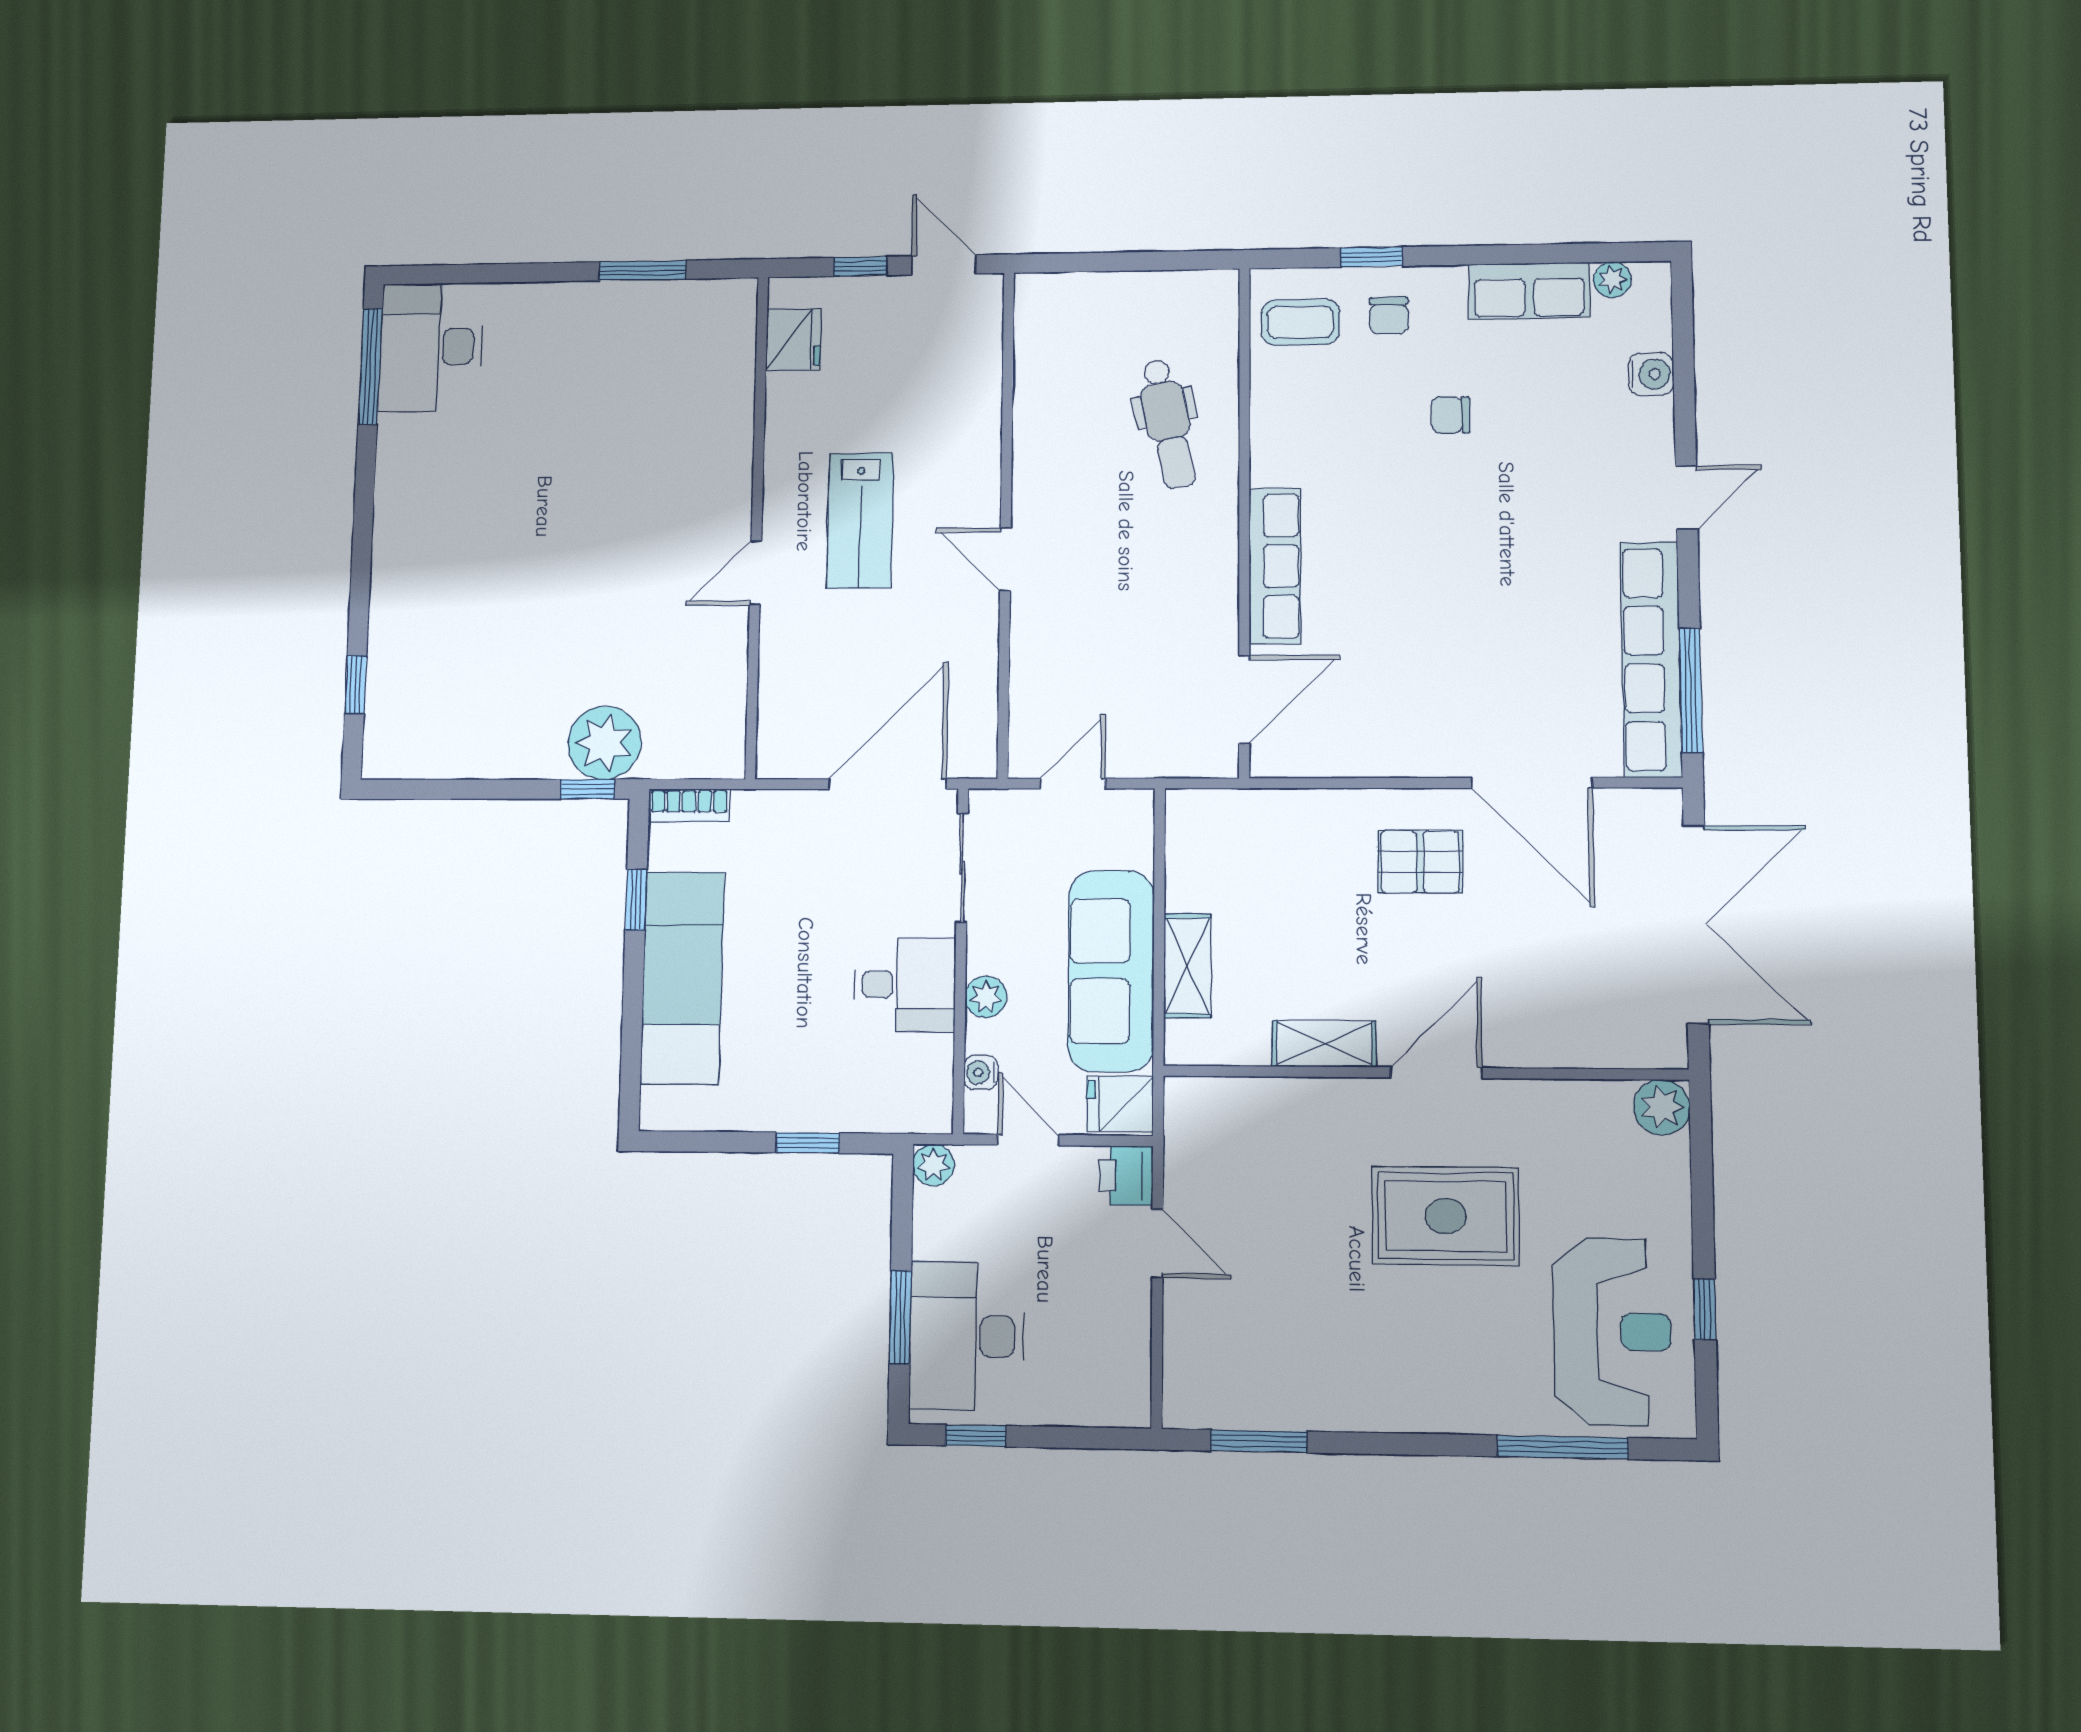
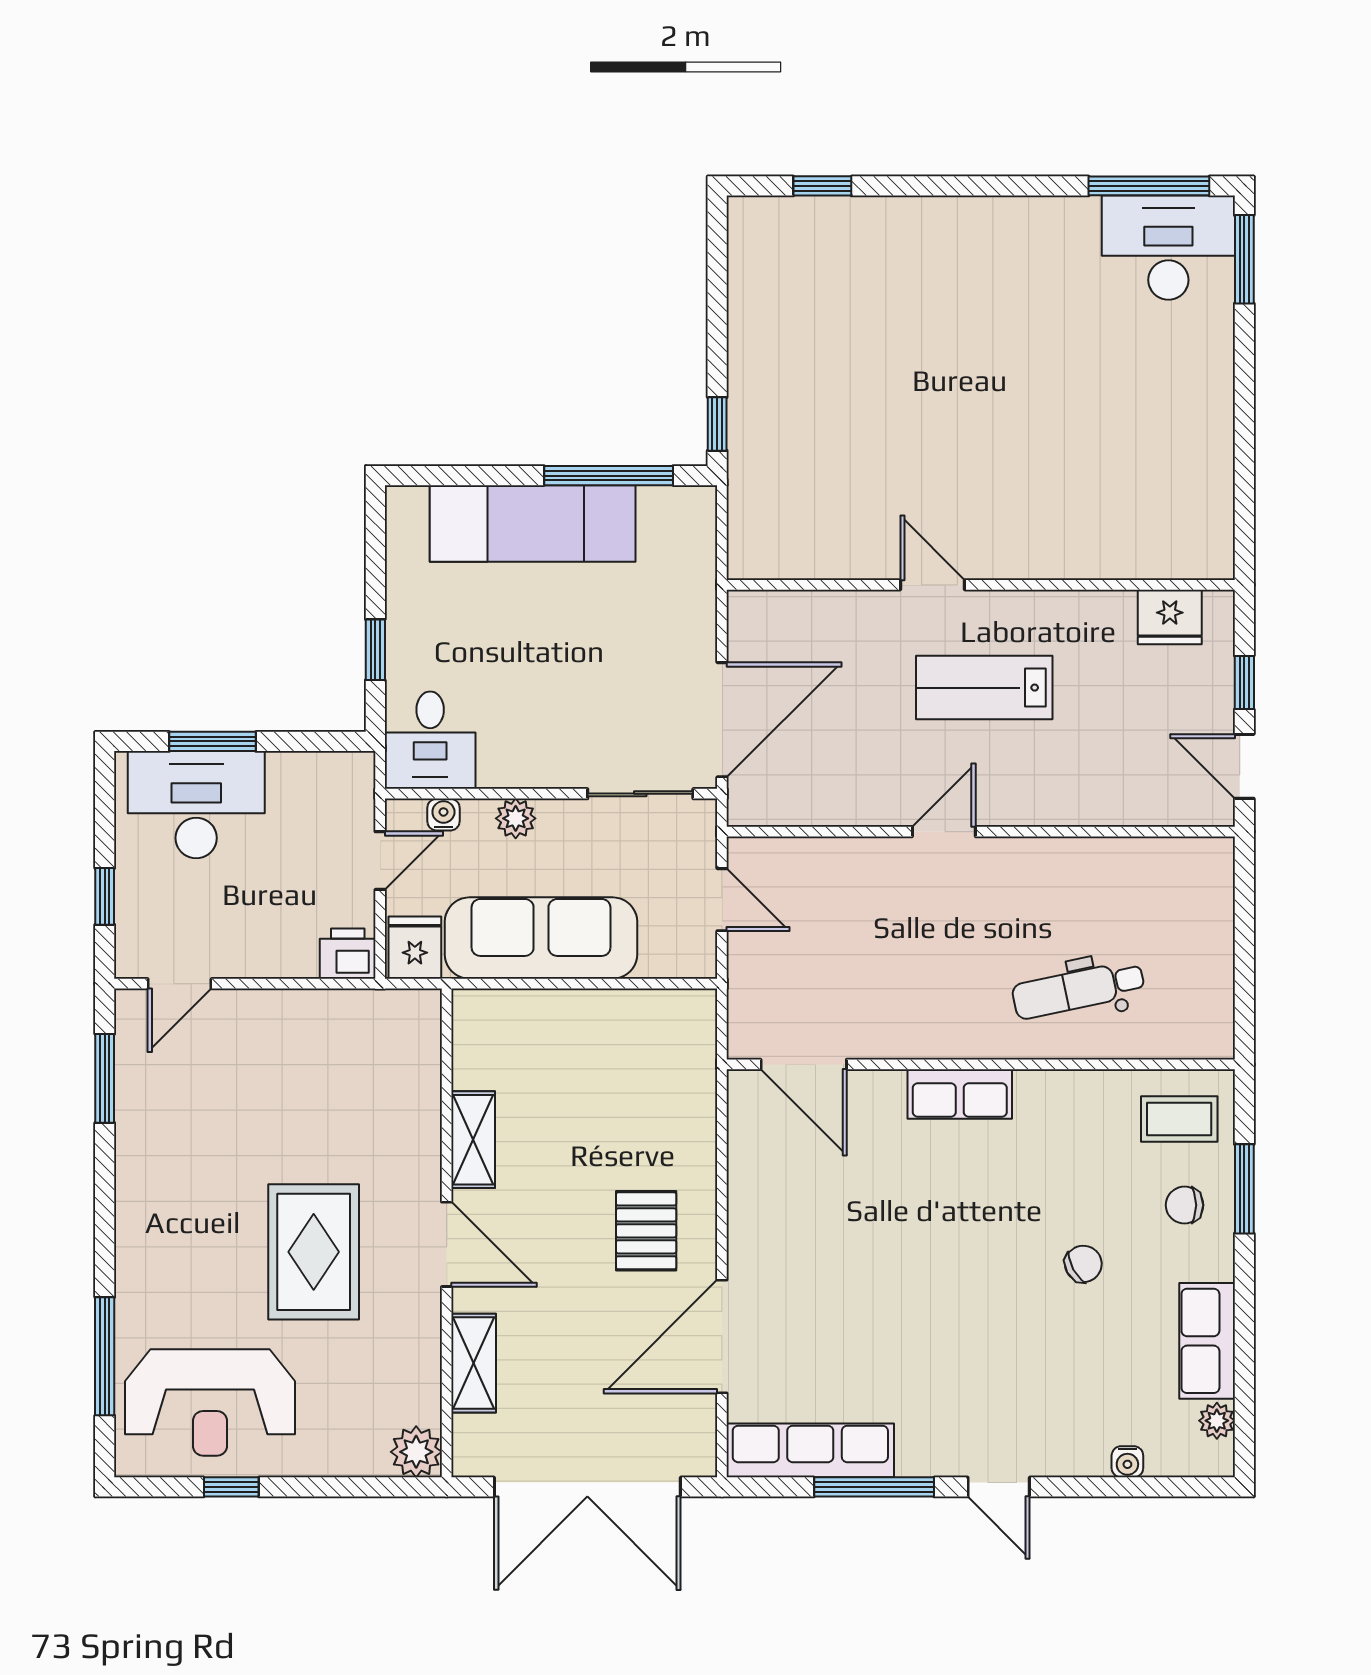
window: (1372, 257) -> (1244, 1189), width x1.50
door: (944, 265) -> (1244, 766), swing flipped
window: (642, 270) -> (1244, 259), moved
coffee table: (1300, 322) -> (1179, 1119), turned 90
water cooler: (1651, 374) -> (1127, 1462), width x0.72, depth x0.72
chair: (1451, 415) -> (1083, 1264), turned 61
row of seats: (1275, 566) -> (960, 1094), width x0.68
row of seats: (1651, 659) -> (810, 1450), width x0.73
window: (1691, 690) -> (874, 1487), moved
plant: (604, 743) -> (763, 439), removed
door: (888, 784) -> (722, 720), hinge flipped
bookcase: (689, 805) -> (701, 525), removed
window: (636, 900) -> (609, 476), width x2.17
shelving: (1187, 966) -> (474, 1363), moved, turned 90
desk: (905, 985) -> (430, 740), moved
plant: (933, 1165) -> (356, 771), removed
door: (1158, 1244) -> (180, 984), moved
window: (976, 1436) -> (105, 896), moved

